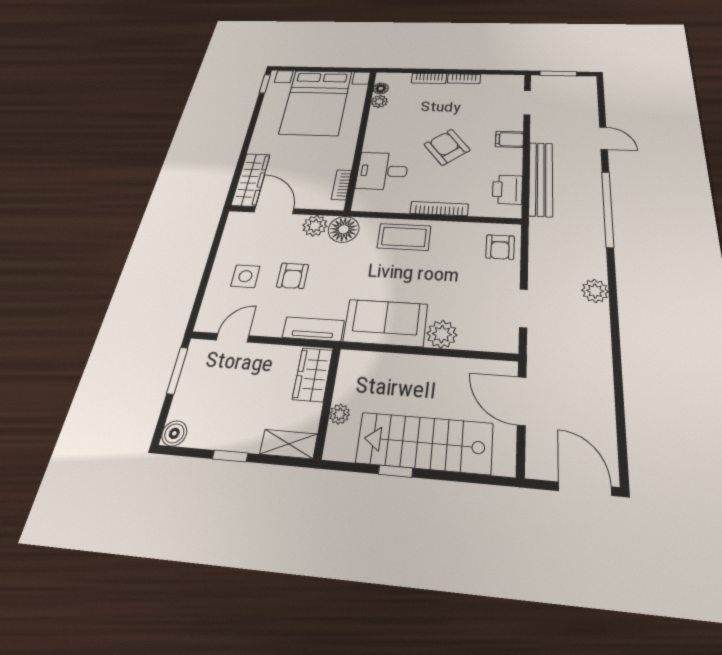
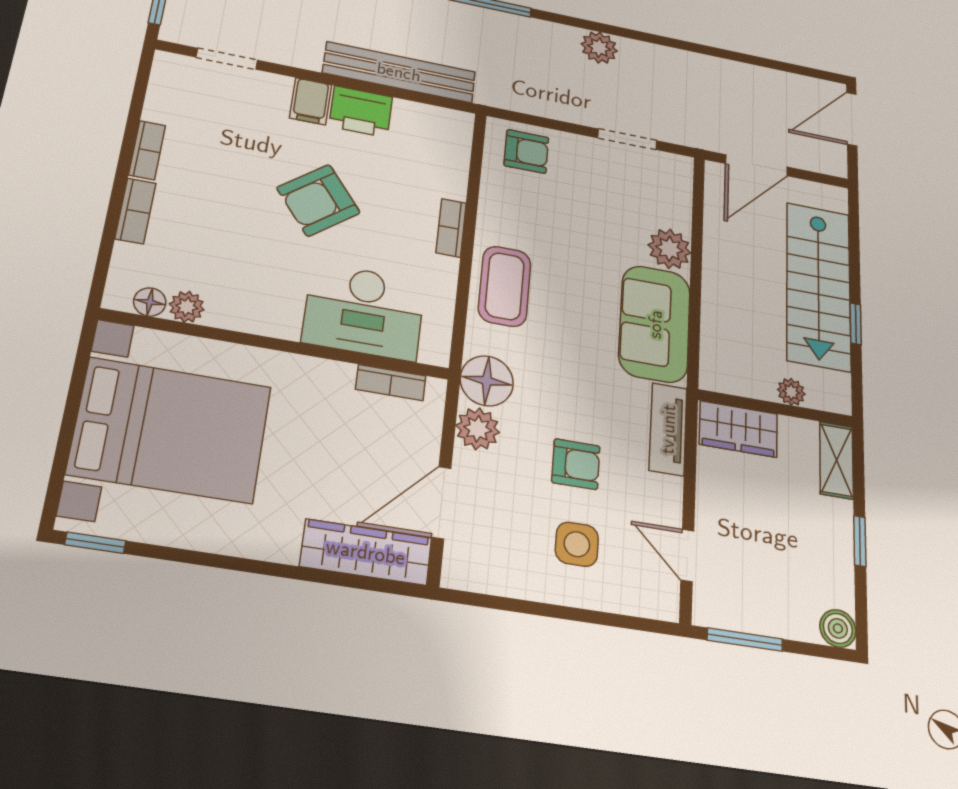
desk: (382, 171) -> (364, 311), width x1.37
printer: (507, 190) -> (361, 112), moved
bookcase: (439, 209) -> (451, 228), width x0.64

